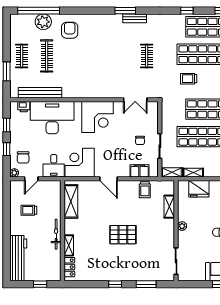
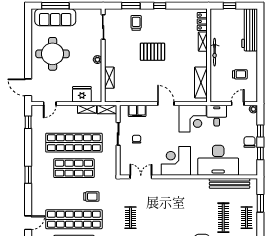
printer: (24, 107) -> (245, 171), removed
chair: (23, 157) -> (250, 142), moved
trolley: (145, 190) -> (136, 23), moved

